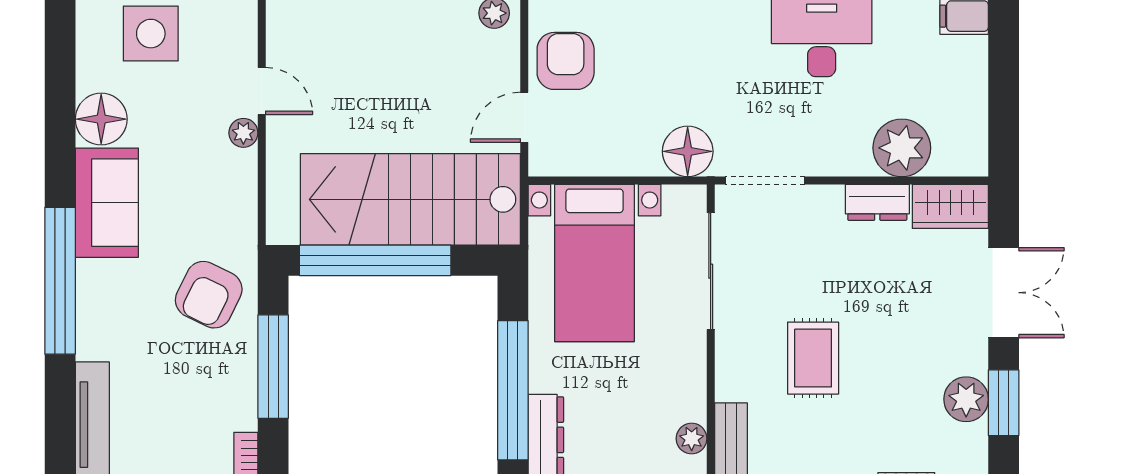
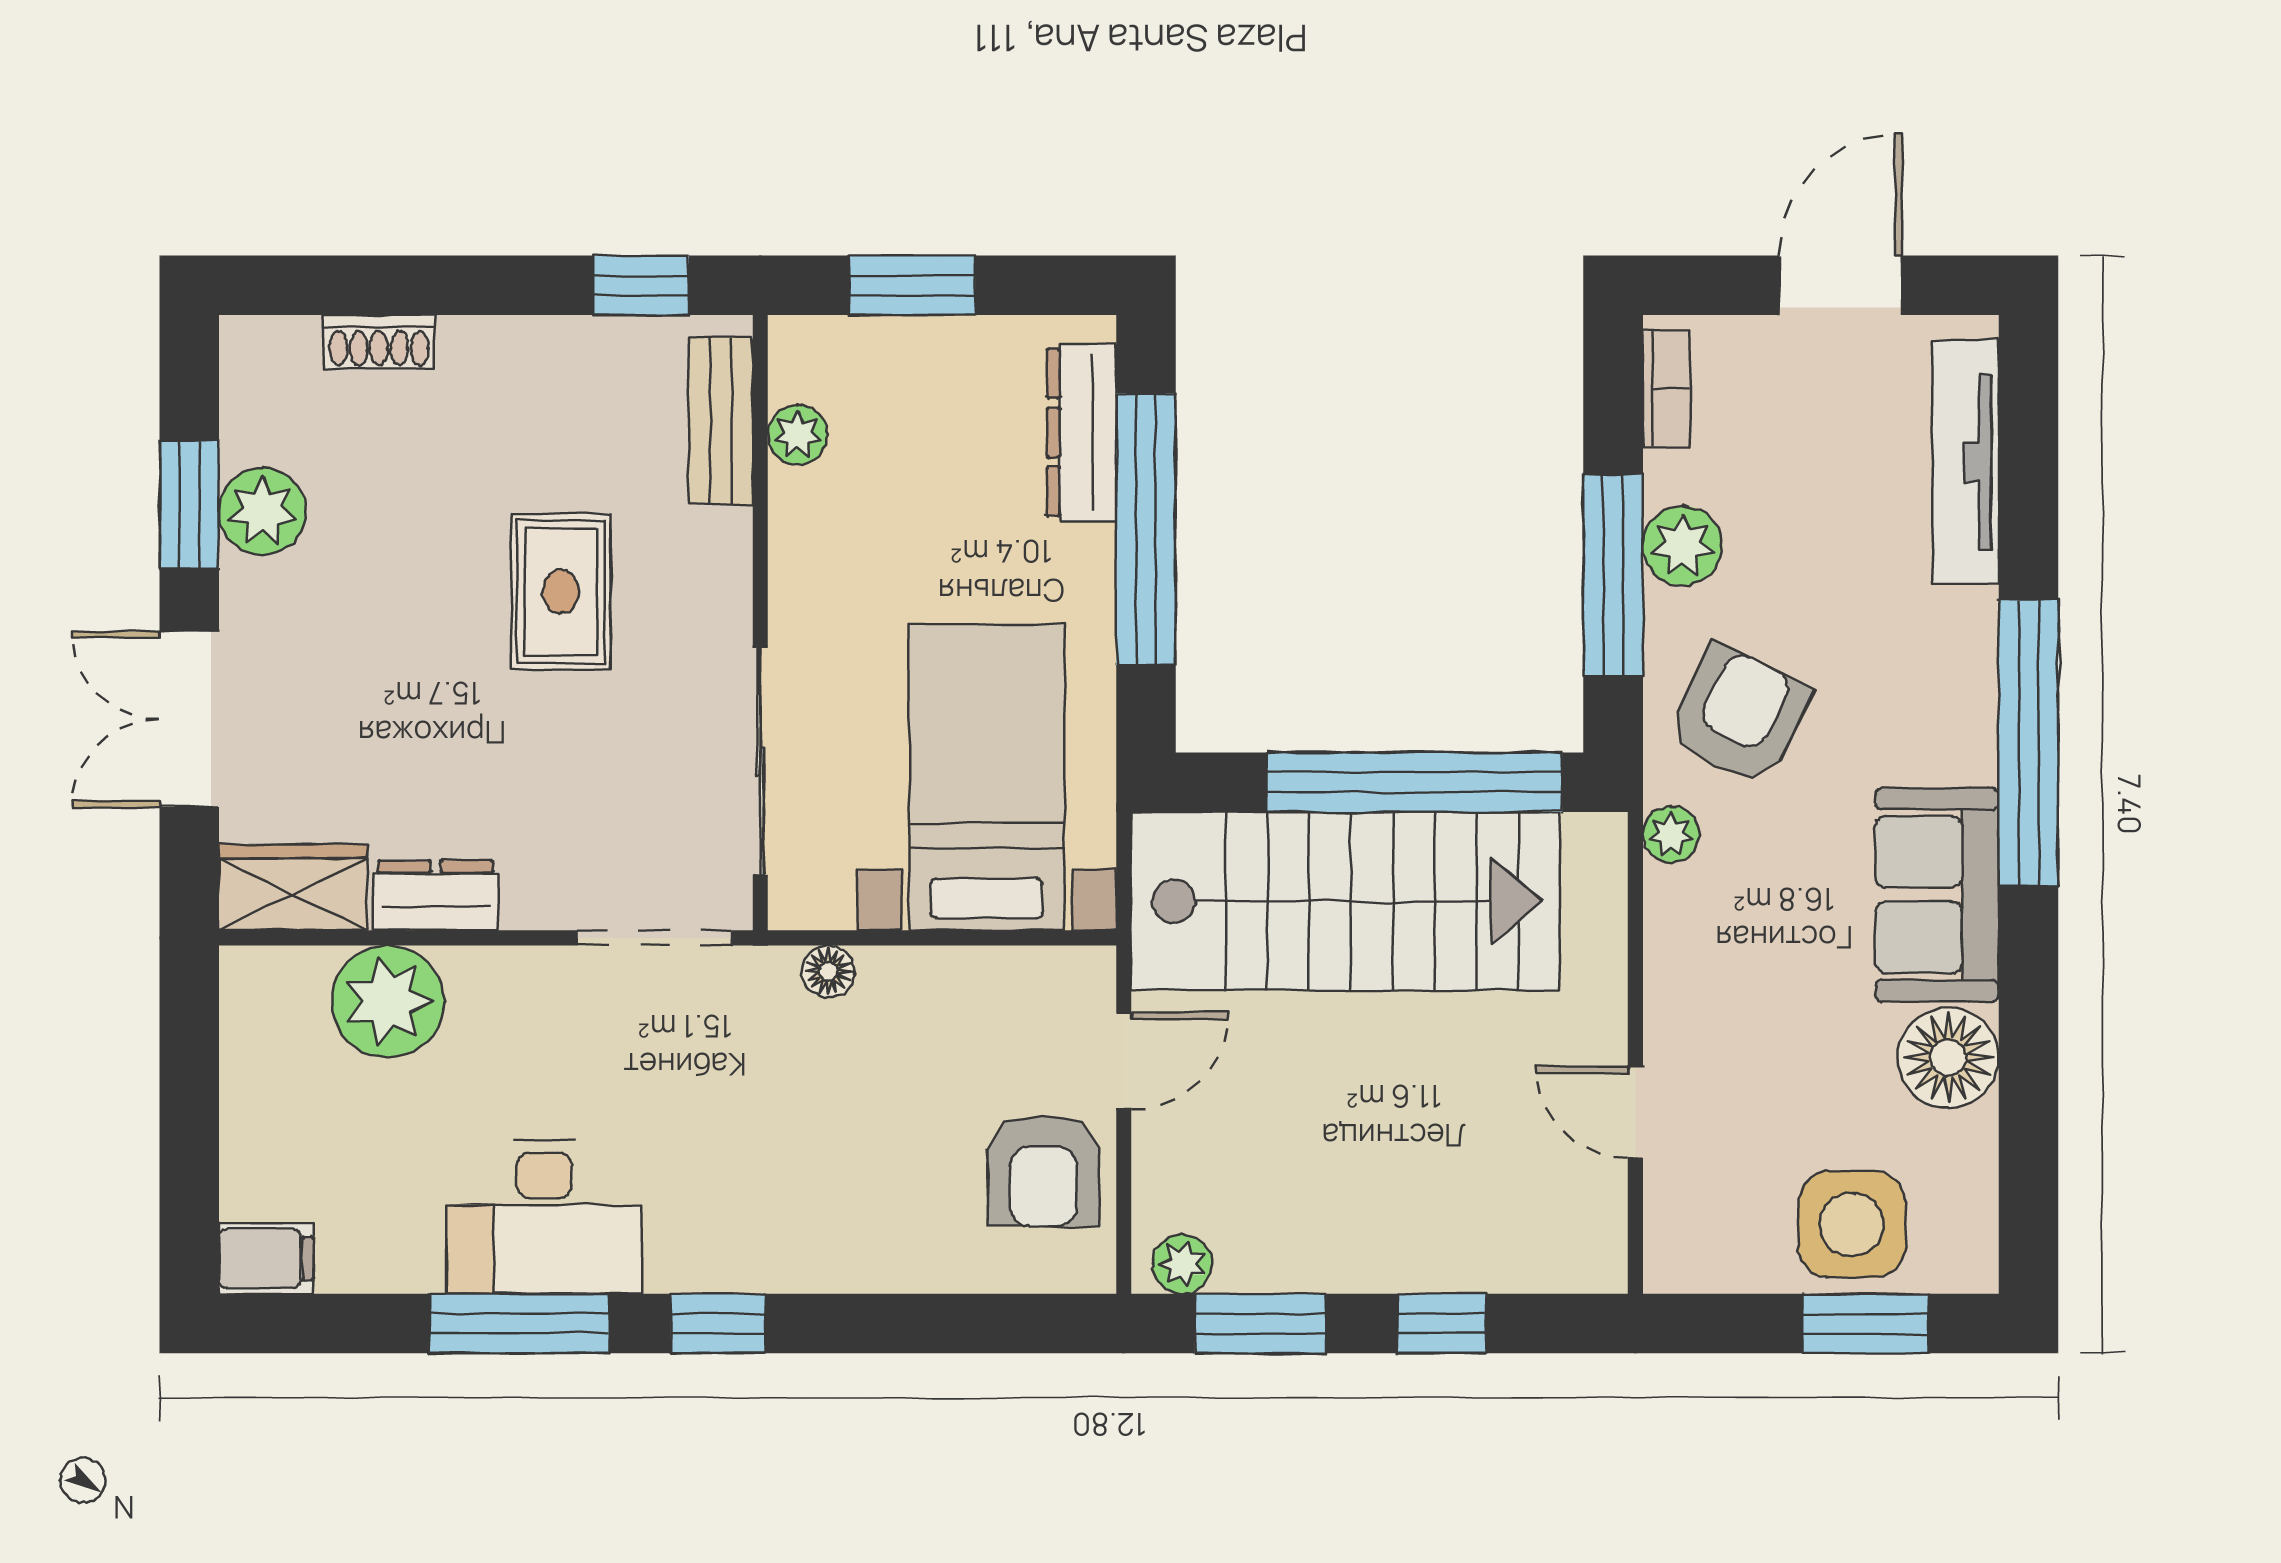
plant: (243, 133) -> (1671, 834), moved
floor lamp: (688, 151) -> (828, 971), width x0.53, depth x0.53
plant: (238, 382) -> (1683, 546), added

